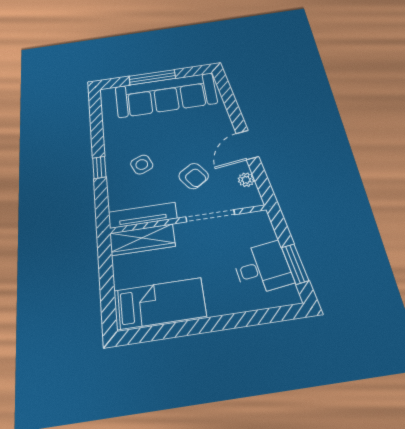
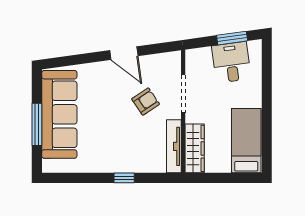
side table: (142, 165) -> (127, 142), removed
plant: (246, 180) -> (156, 60), removed

